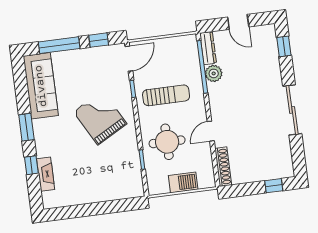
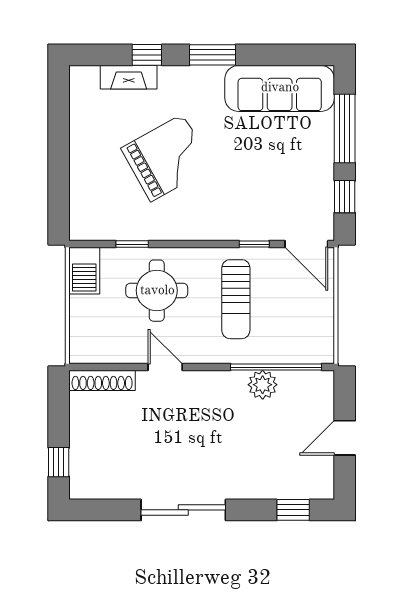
dresser: (208, 48) -> (307, 381), removed
grand piano: (100, 118) -> (167, 158), moved
barbecue: (183, 182) -> (84, 271), moved

